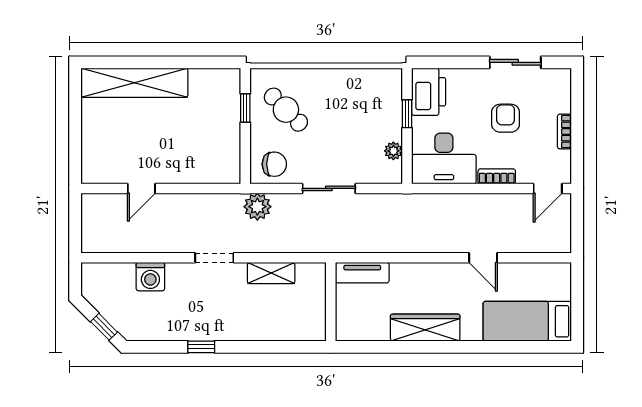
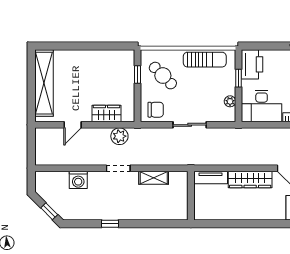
shelving: (134, 83) -> (44, 83), moved, turned 90
sun lounger: (353, 84) -> (205, 60), added
wardrobe: (196, 170) -> (107, 114), added
plant: (257, 207) -> (119, 136), moved
wardrobe: (425, 328) -> (250, 179), moved, turned 180

